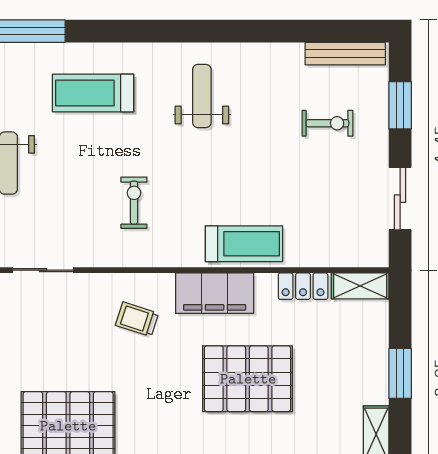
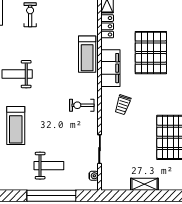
exercise bike: (134, 203) -> (82, 105), moved
treadmill: (244, 244) -> (87, 54), turned 180

